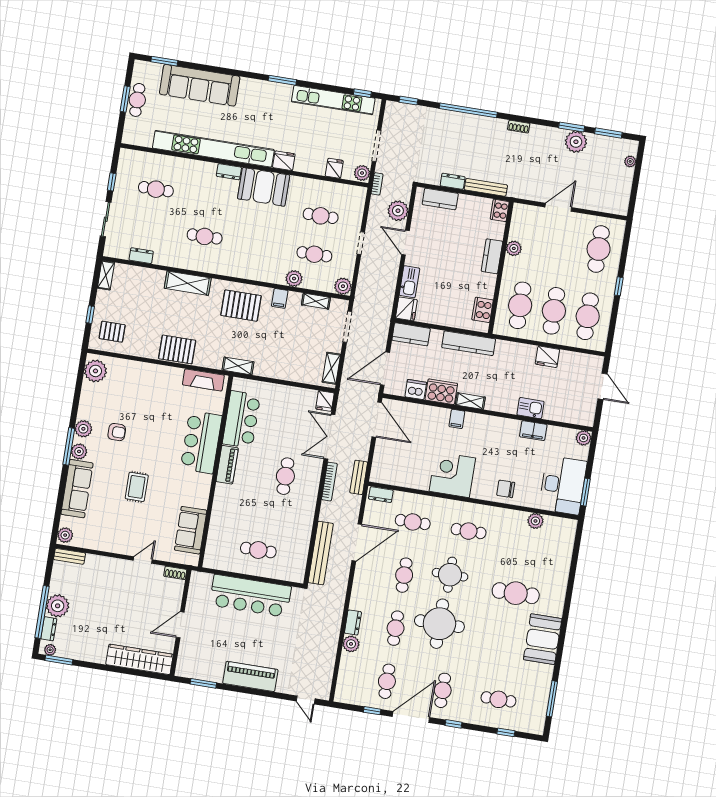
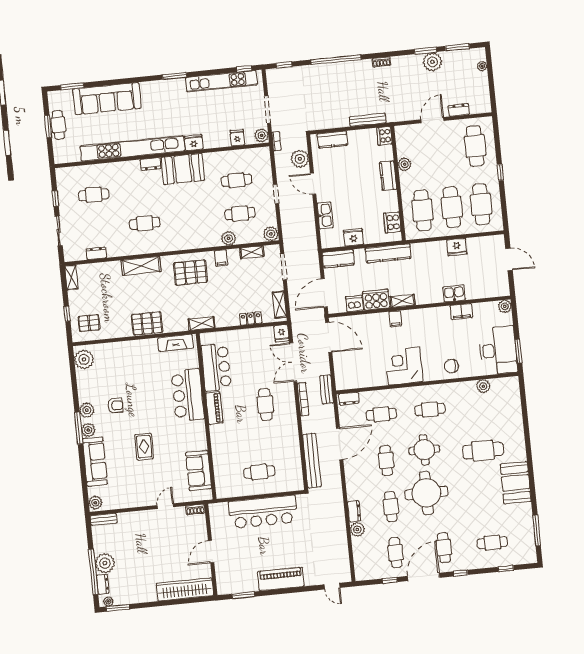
dresser: (453, 181) -> (459, 110), moved
fridge: (406, 309) -> (353, 237), moved, turned -90
locker: (295, 375) -> (251, 319), added

